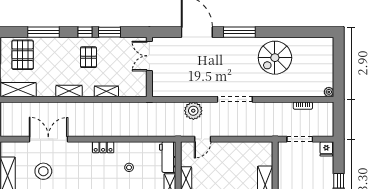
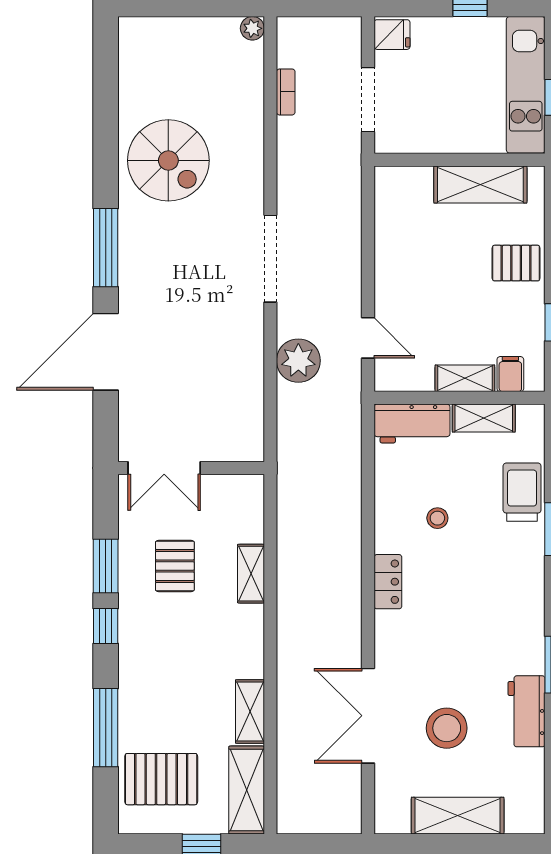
pallet: (88, 57) -> (175, 566), moved, turned 90
shelving: (69, 91) -> (250, 712), moved

